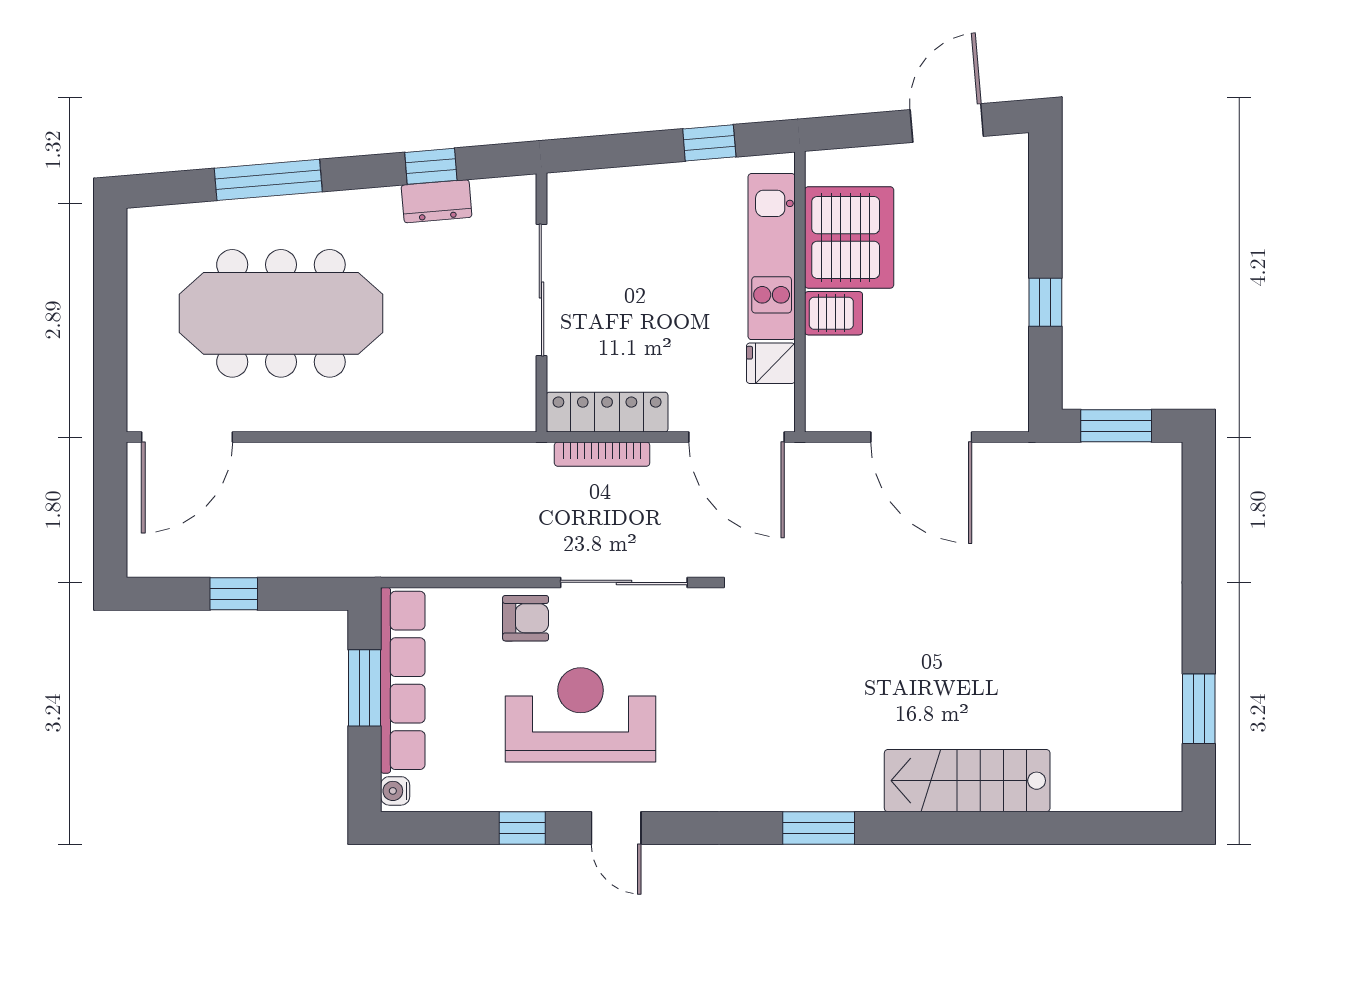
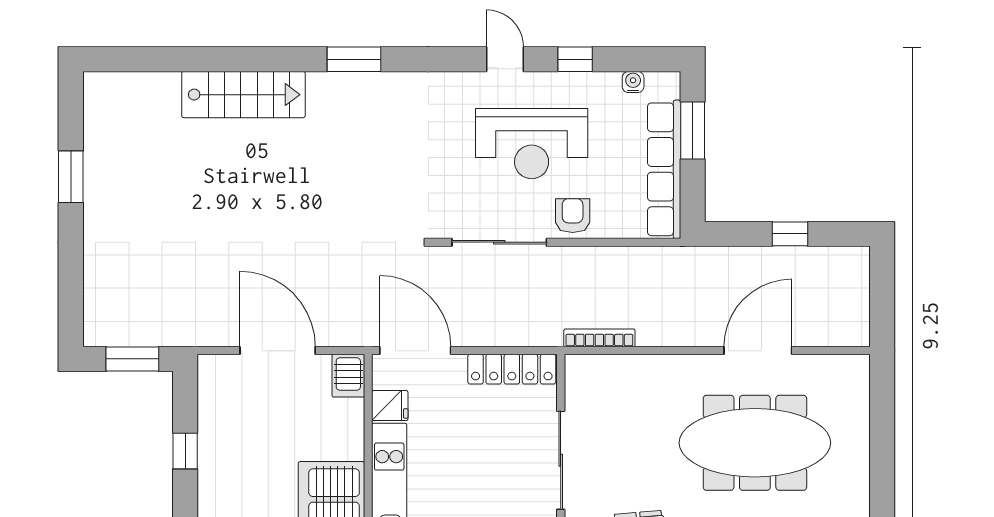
server rack: (834, 313) -> (348, 376), moved, turned -90
door: (187, 437) -> (758, 351), moved
bookcase: (602, 454) -> (599, 338), moved
armchair: (526, 618) -> (573, 216), turned 90
window: (365, 688) -> (693, 131), moved
window: (1199, 709) -> (71, 177), moved
water cooler: (395, 791) -> (633, 82), moved, turned -90

